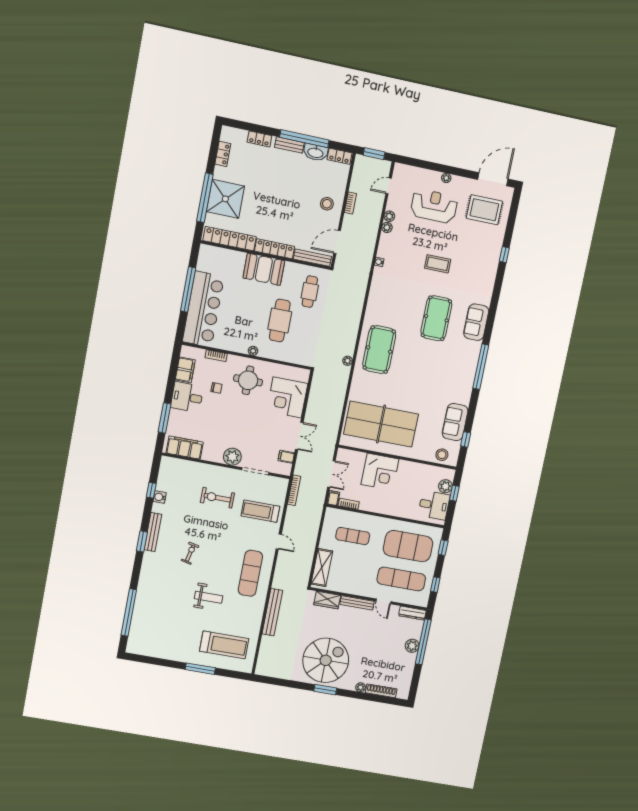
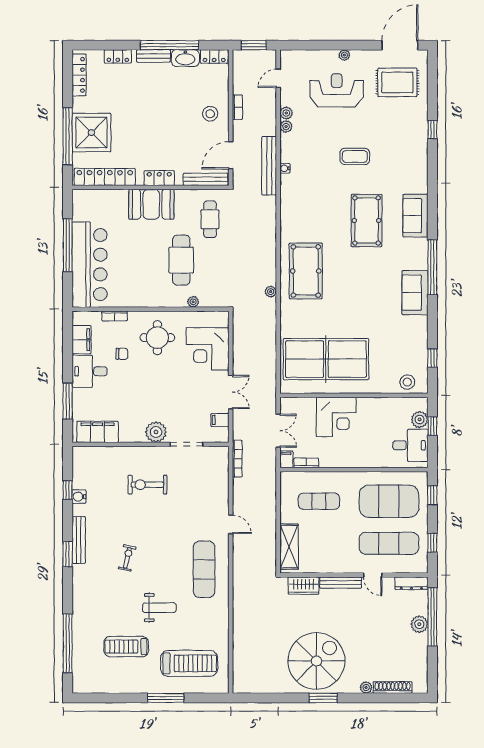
locker: (223, 154) -> (79, 75), width x1.53
locker: (275, 249) -> (159, 178), width x0.66
plant: (253, 351) -> (193, 302), moved
sofa: (455, 422) -> (415, 293), moved
treadmill: (260, 511) -> (126, 647), moved
bench: (272, 612) -> (269, 166), moved

